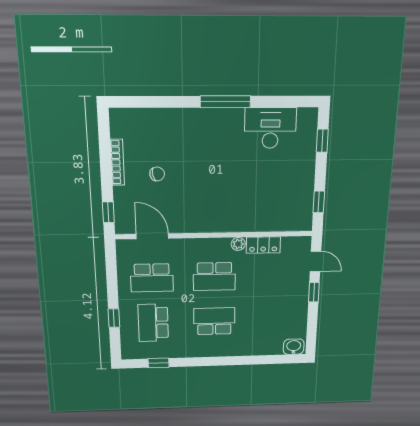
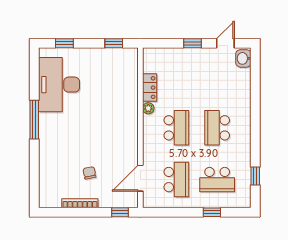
desk: (270, 128) -> (59, 85), width x1.36, depth x1.30
door: (316, 261) -> (225, 43), moved

